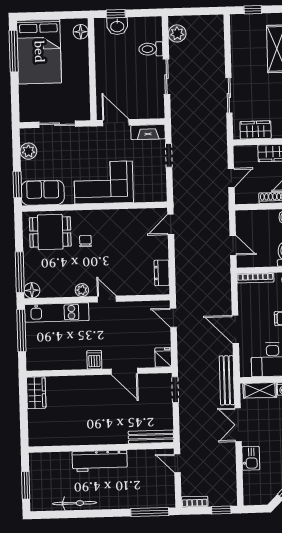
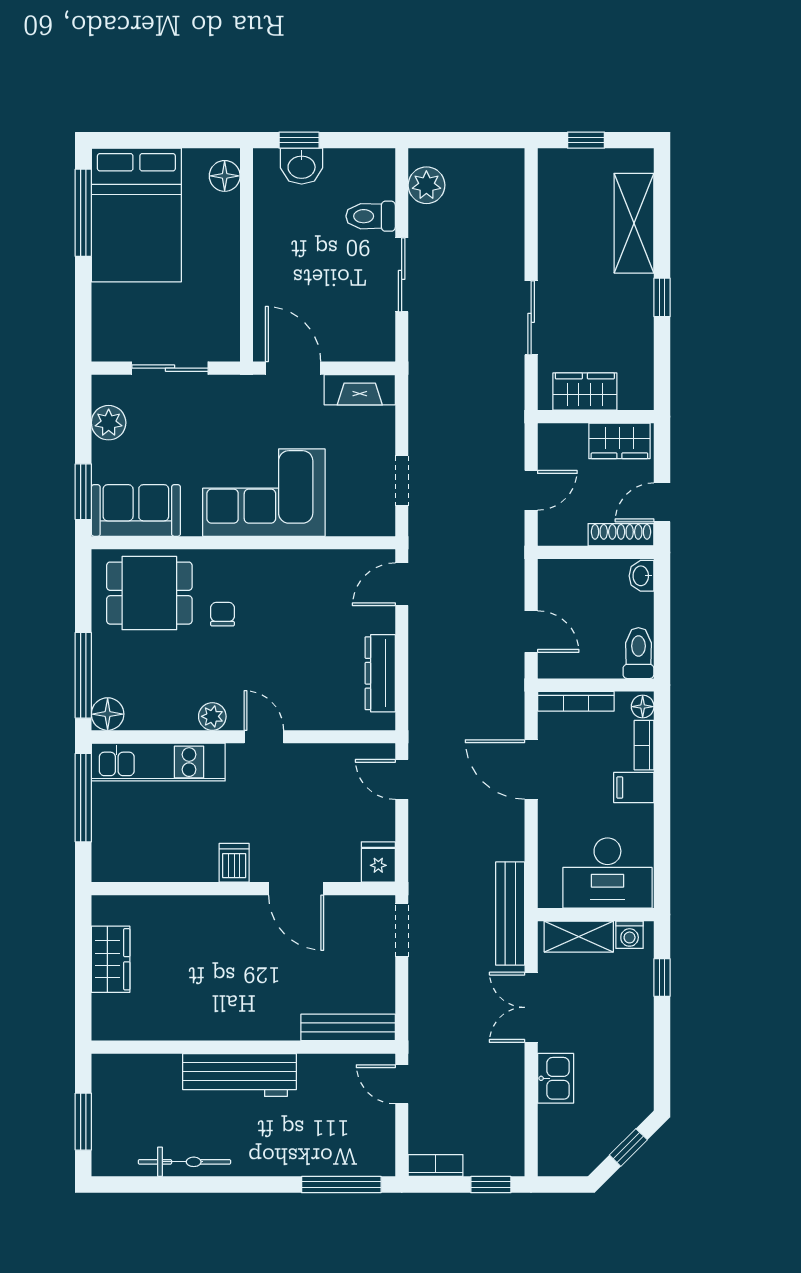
doorway: (169, 155) -> (402, 481), moved
dresser: (162, 273) -> (380, 673), width x1.44
door: (235, 329) -> (531, 769), moved
wardrobe: (36, 393) -> (111, 959), moved

